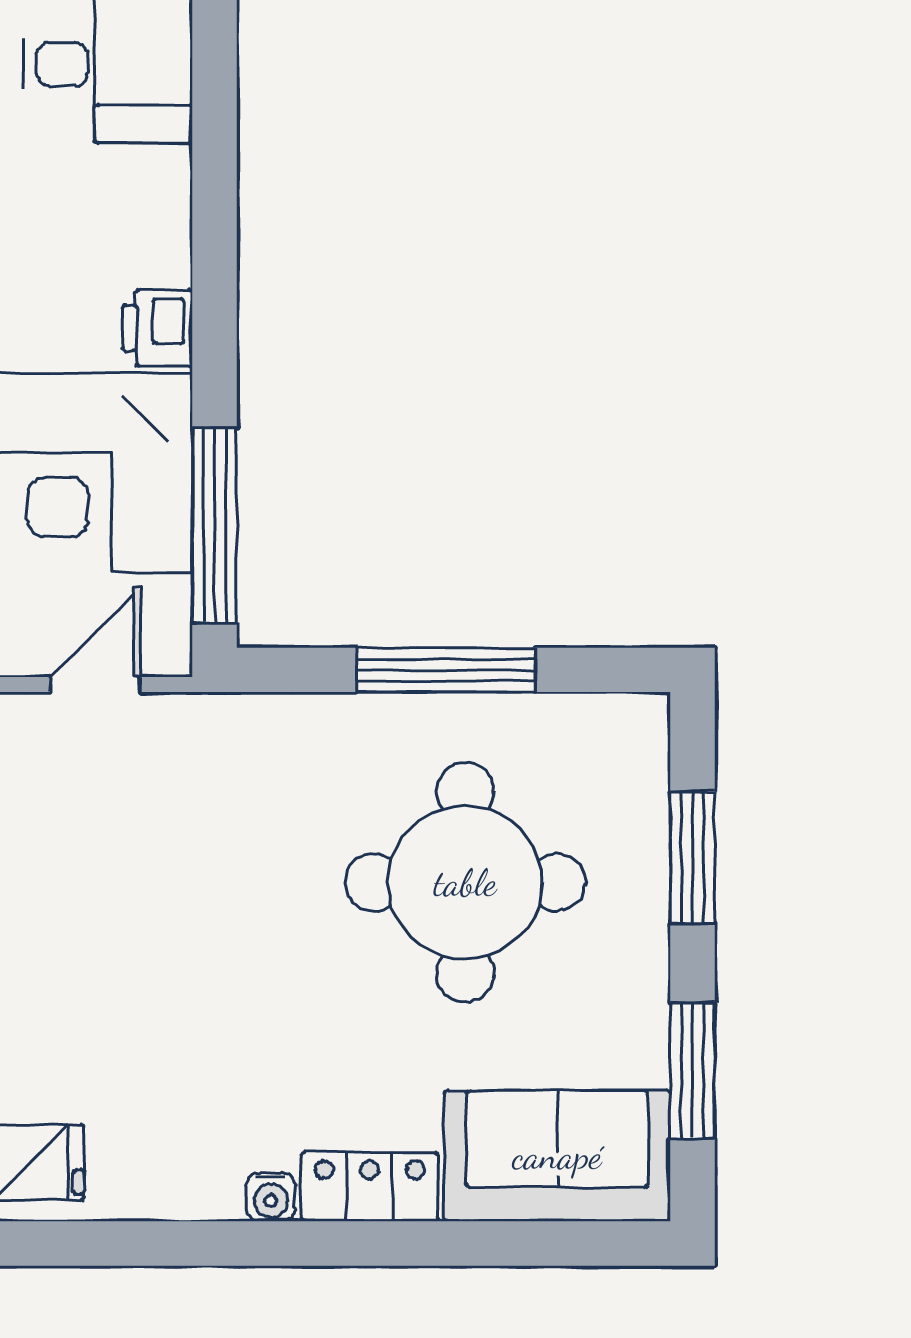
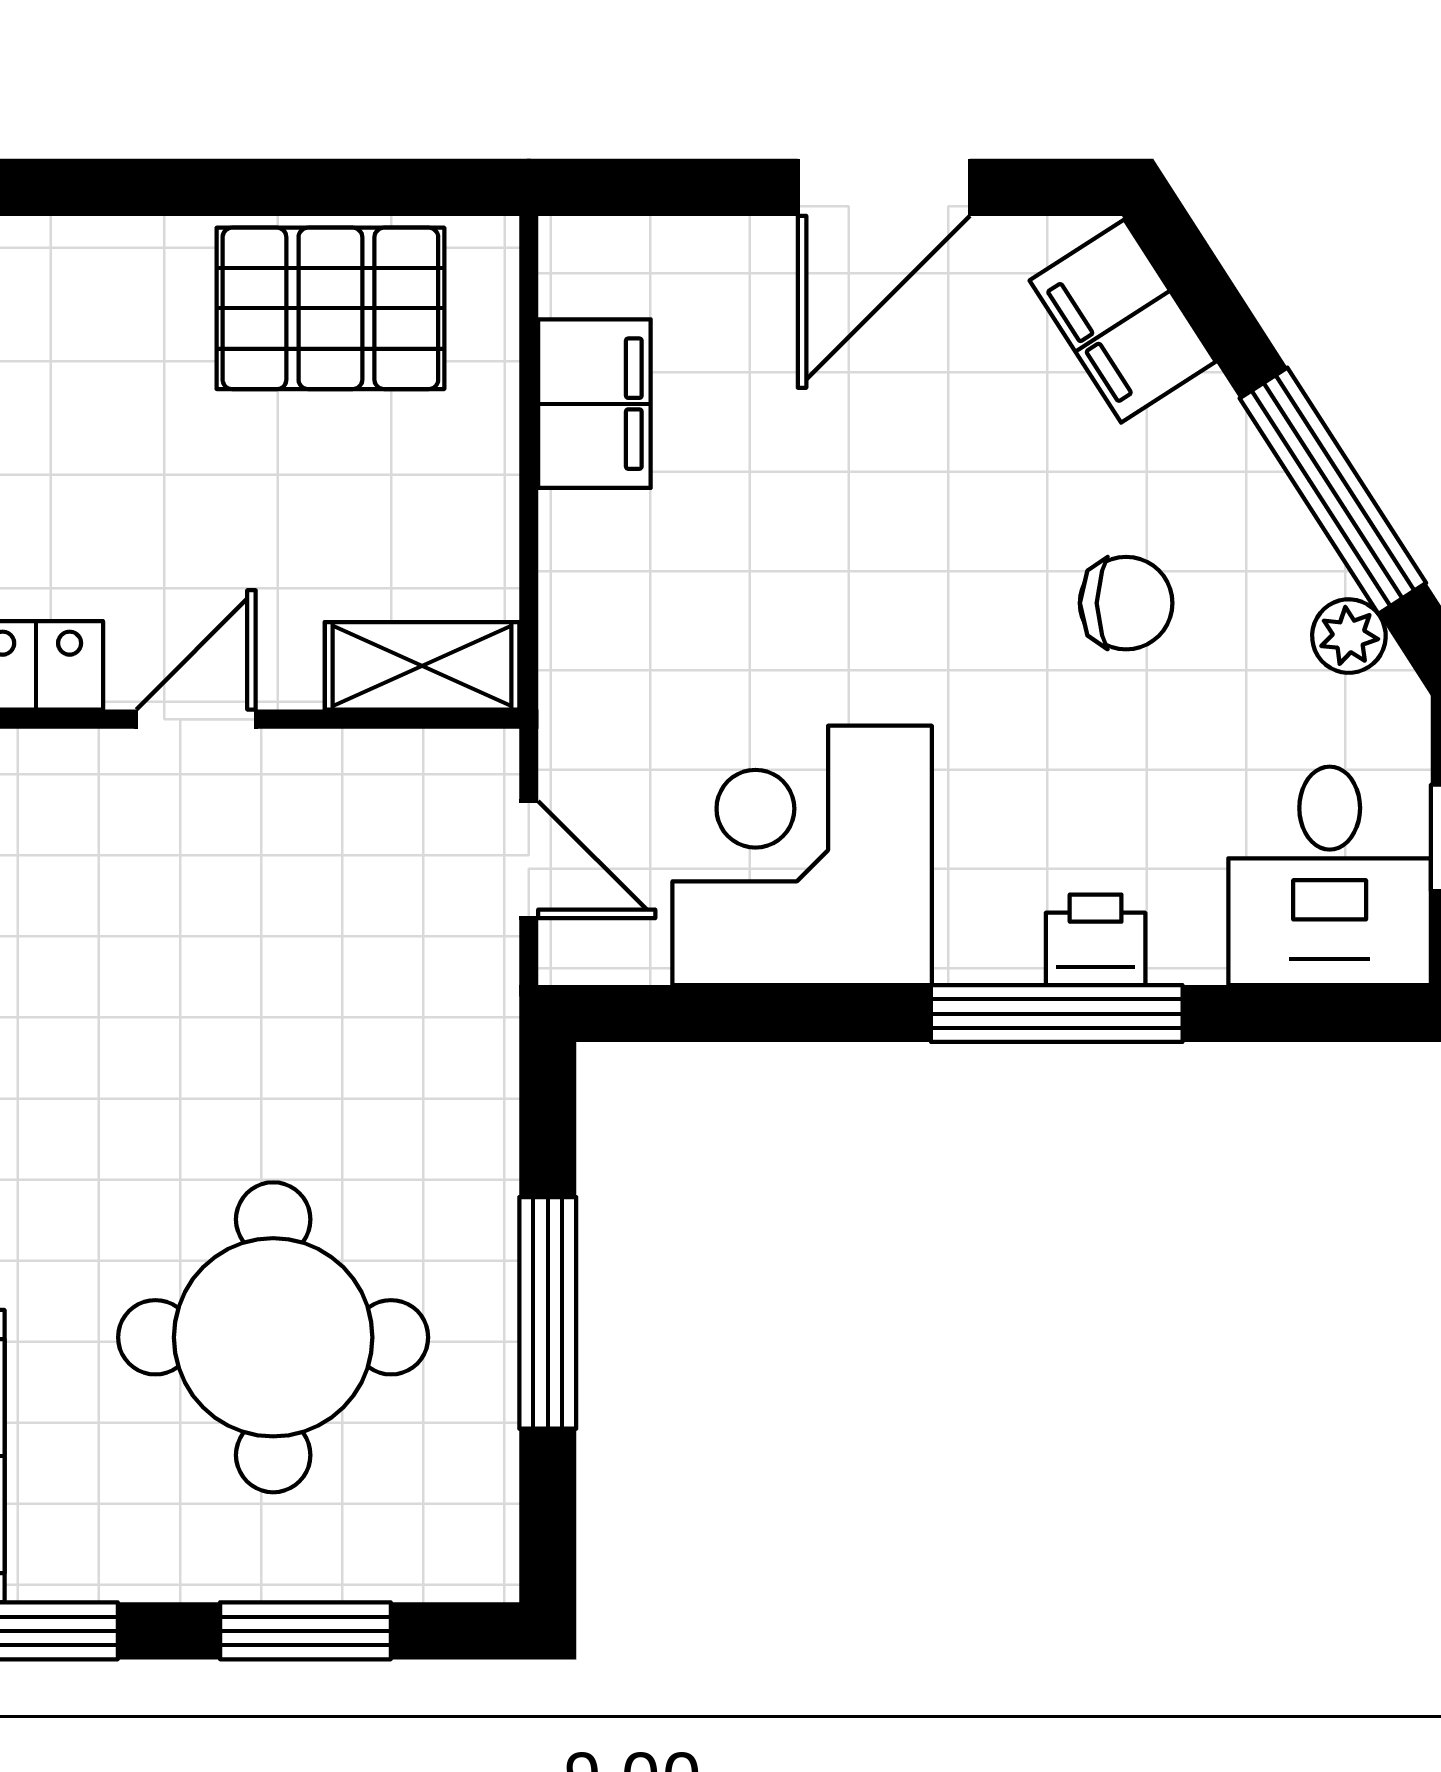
printer: (157, 328) -> (1096, 940), moved
window: (214, 525) -> (1057, 1014), moved

